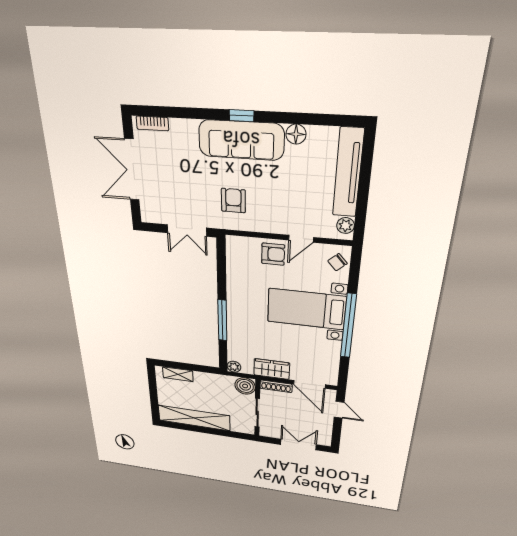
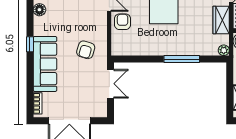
sofa: (241, 140) -> (45, 64), moved
armchair: (233, 201) -> (86, 50), turned -73

